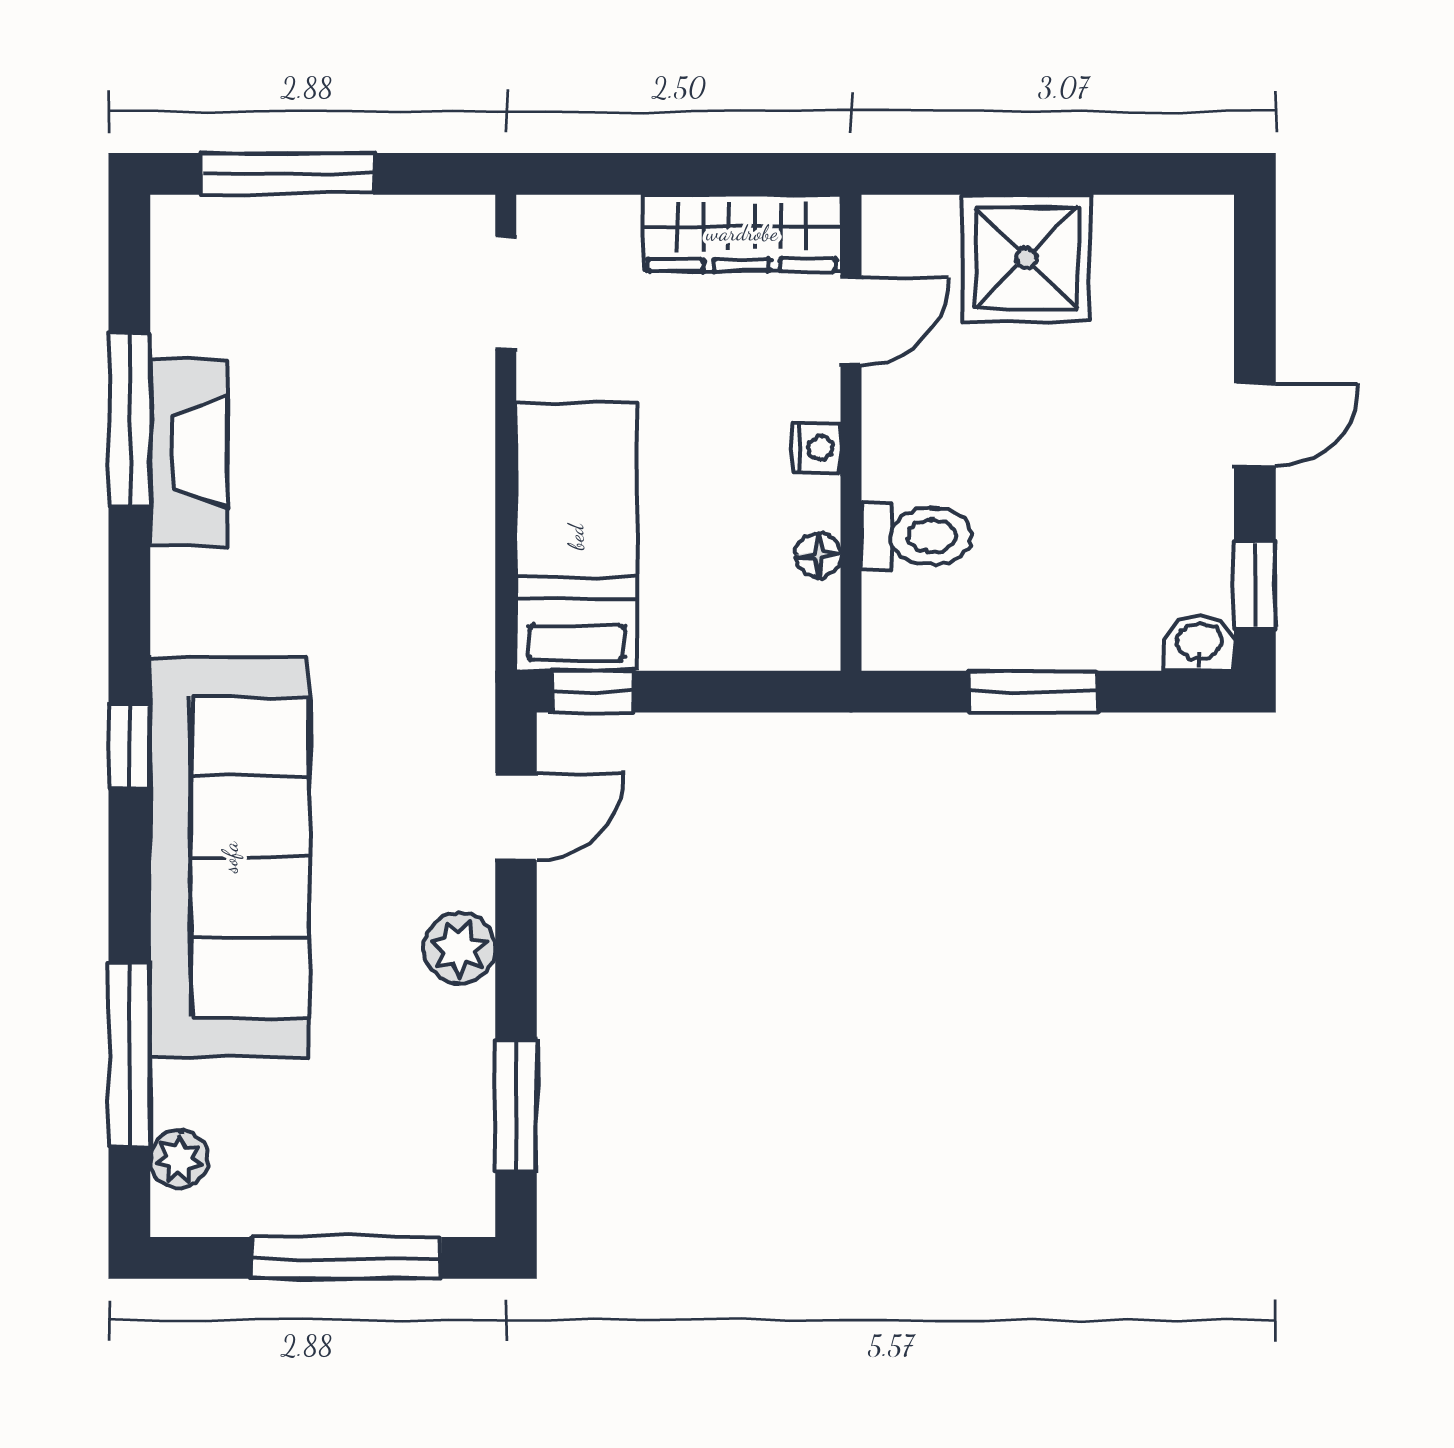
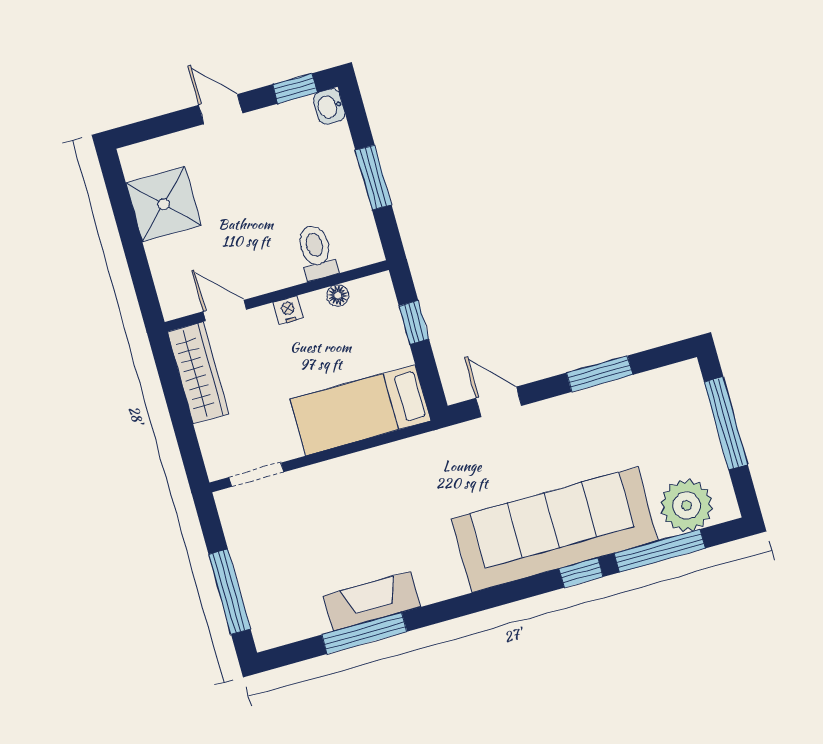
shower: (1027, 258) -> (164, 204), moved
window: (593, 692) -> (414, 322), moved
window: (129, 747) -> (581, 573), moved
plant: (460, 948) -> (567, 411), removed
window: (516, 1106) -> (599, 374), moved
plant: (179, 1159) -> (687, 505), width x1.88, depth x1.88

